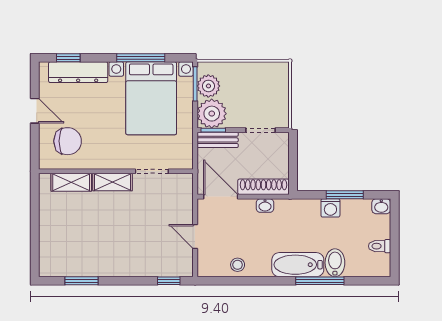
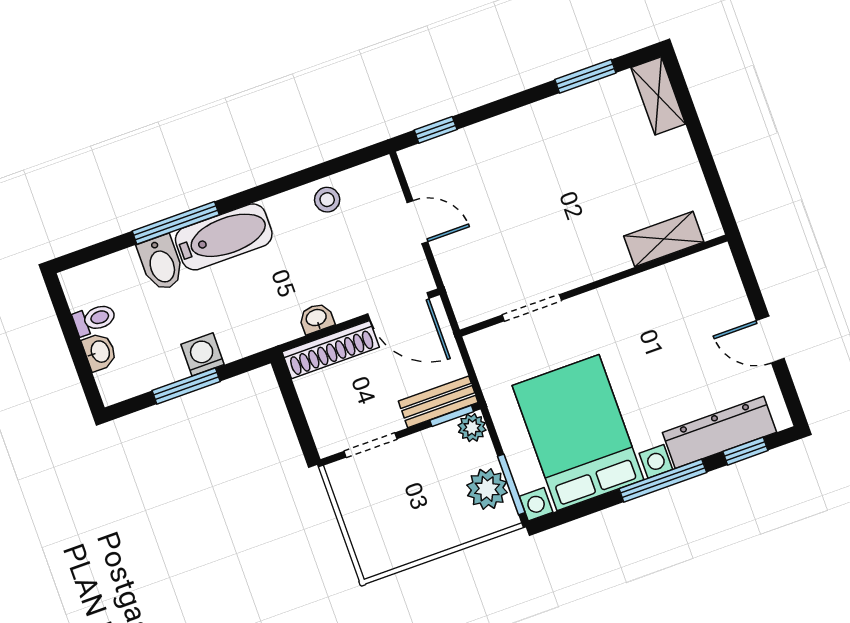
window: (141, 58) -> (663, 481), moved
plant: (212, 114) -> (472, 428), width x0.53, depth x0.53
chair: (68, 141) -> (695, 307), removed
shelving: (113, 182) -> (658, 96), moved, turned 90
washbasin: (381, 206) -> (100, 352), moved, turned 90

